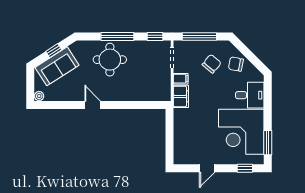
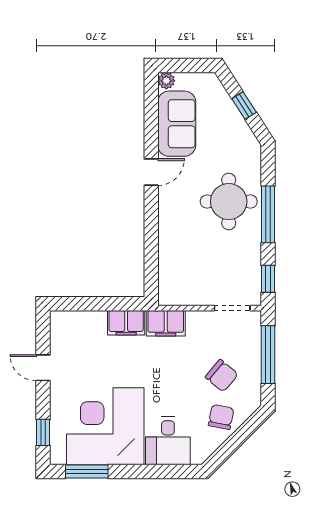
sofa: (57, 66) -> (177, 124), moved, turned -147
filing cabinet: (181, 79) -> (126, 323), moved, width x2.00

